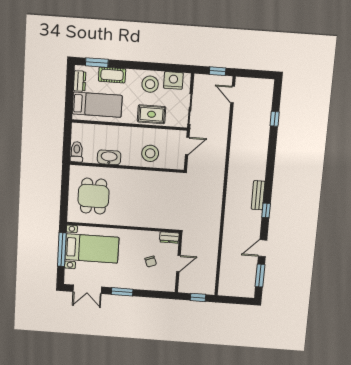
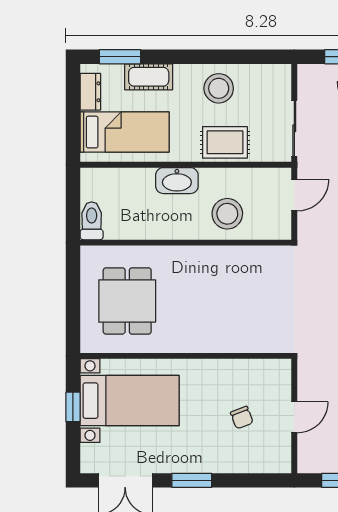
nightstand: (173, 80) -> (260, 79), removed
washbasin: (109, 157) -> (177, 181), moved, turned 180
dresser: (169, 237) -> (274, 369), removed
window: (62, 249) -> (73, 407), width x0.46

